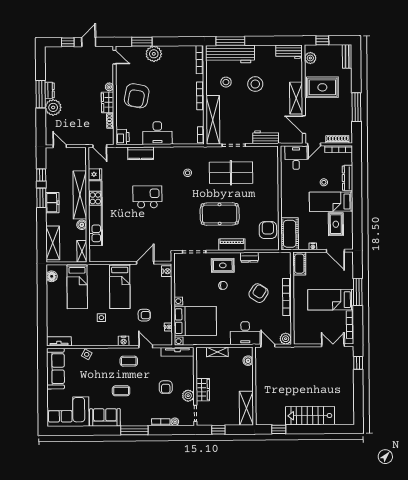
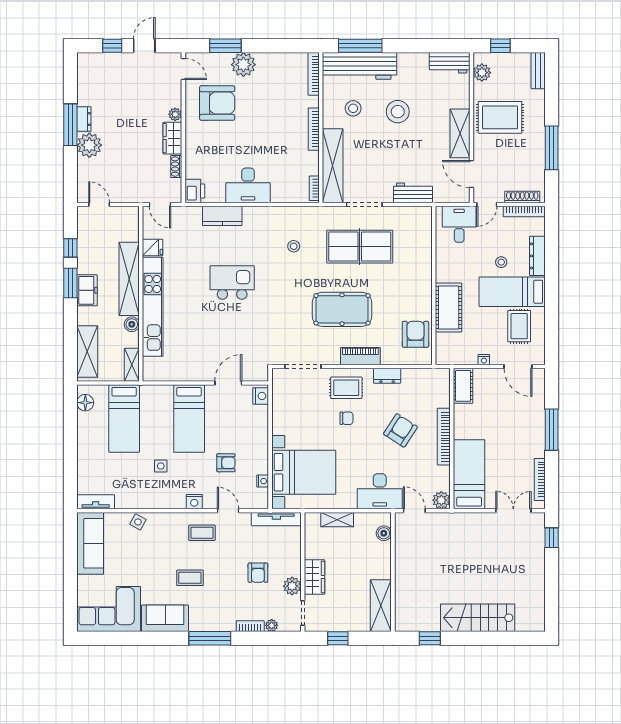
armchair: (137, 96) -> (217, 103), moved, turned -101
cot: (290, 234) -> (449, 308), moved
bed: (331, 300) -> (469, 474), moved, turned 90

